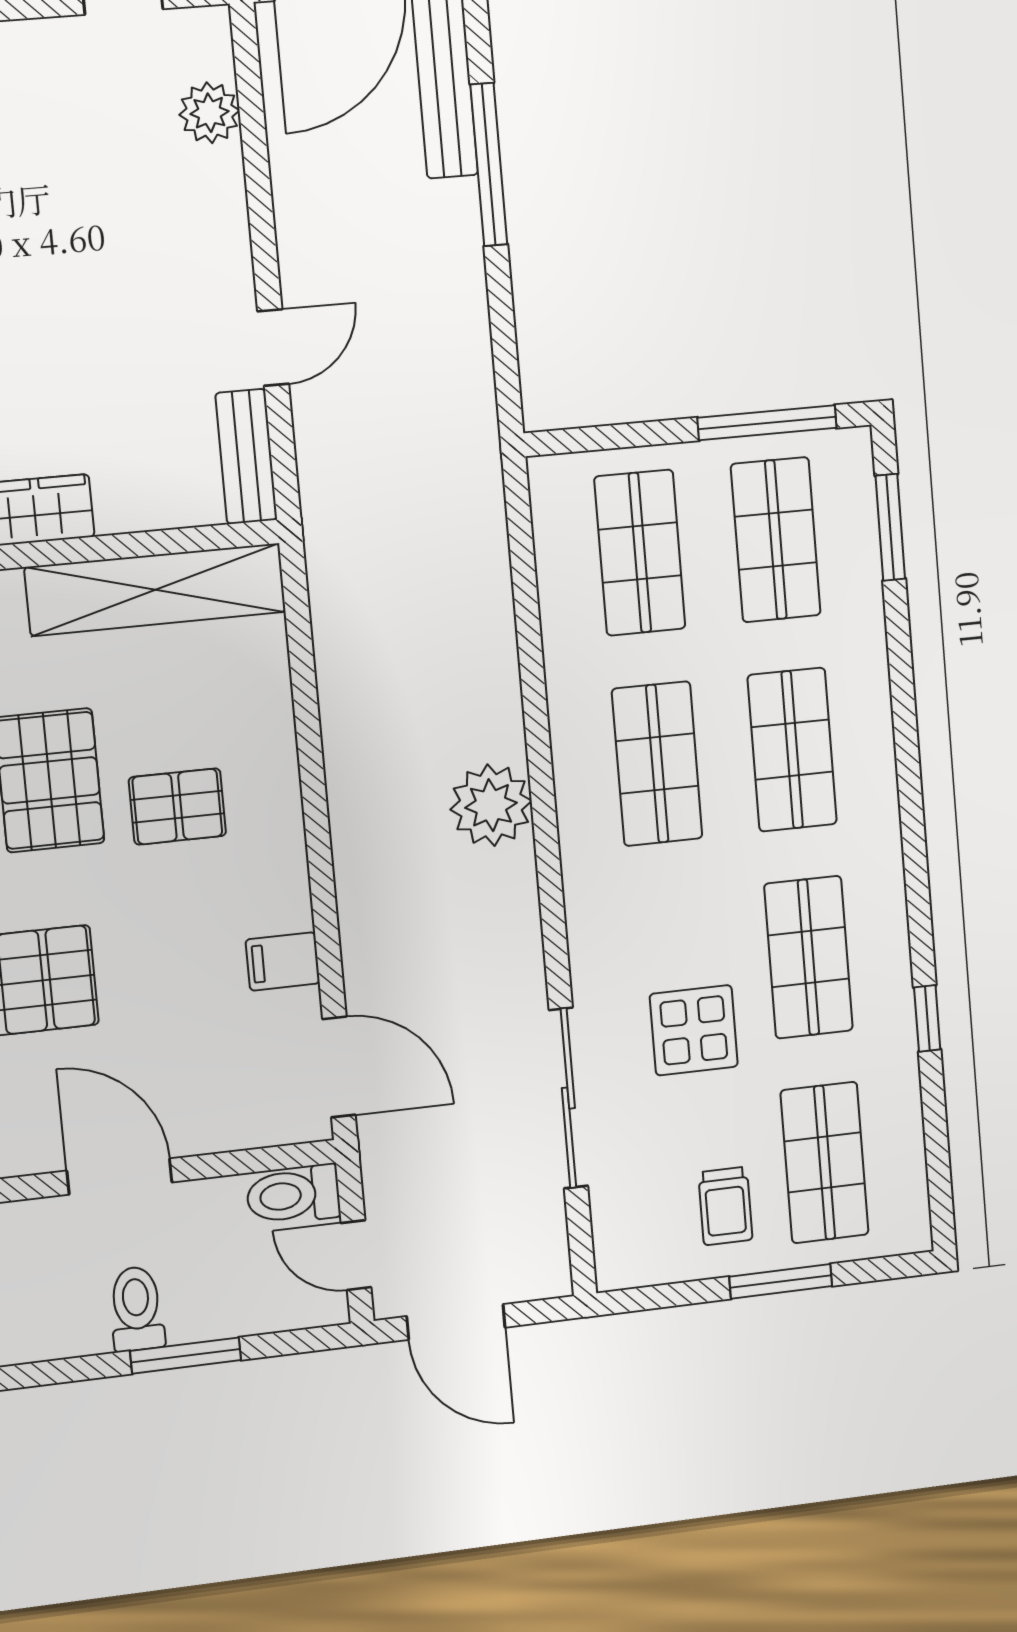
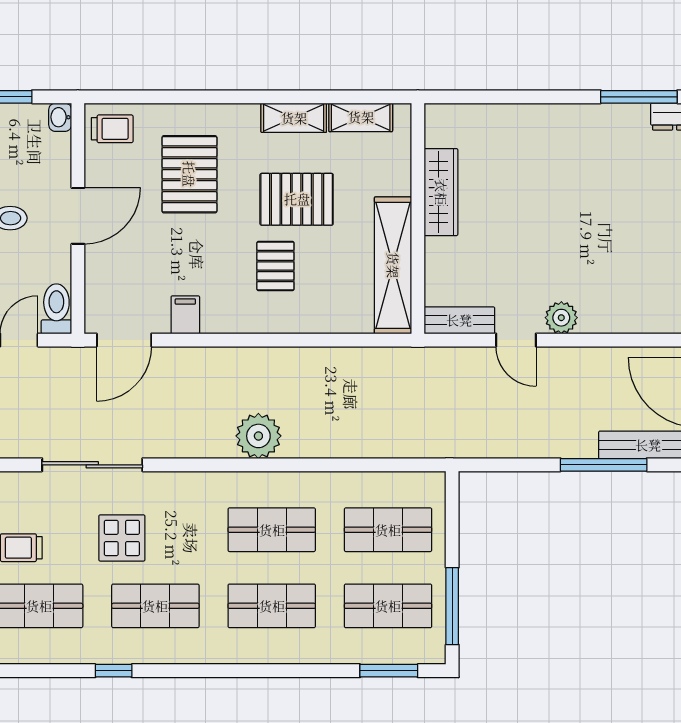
plant: (209, 113) -> (561, 318), moved

